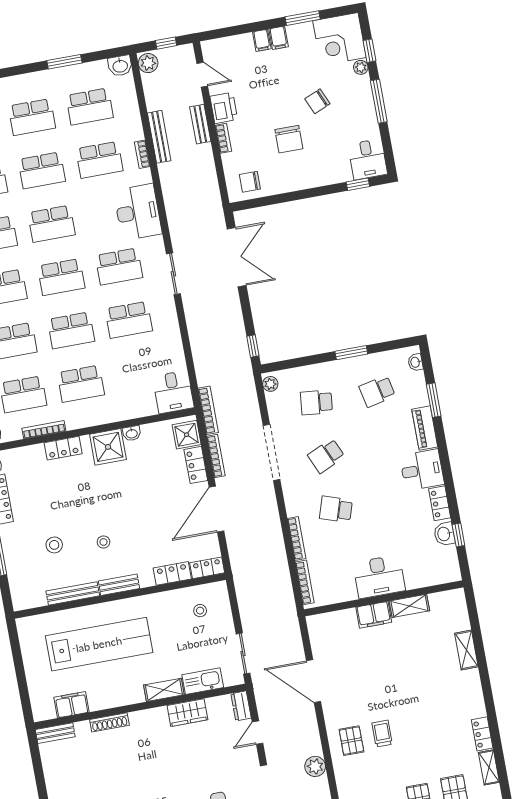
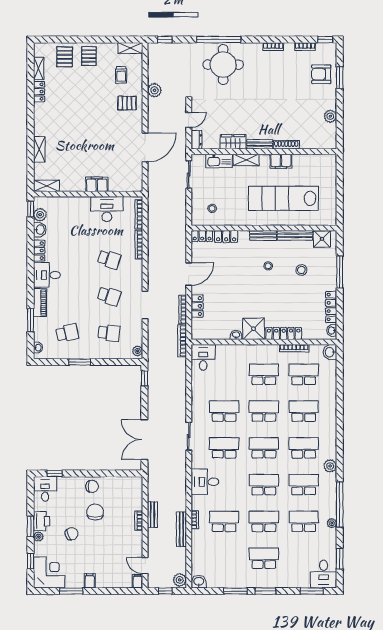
filing cabinet: (262, 40) -> (138, 581), moved
plant: (361, 67) -> (38, 537), moved
window: (21, 70) -> (265, 591), added
window: (379, 101) -> (31, 526), width x0.69
school desk: (90, 106) -> (224, 558), removed
printer: (224, 108) -> (41, 521), moved, turned 180
bench: (200, 124) -> (152, 515), moved
chair: (250, 182) -> (92, 486), moved
desk: (138, 212) -> (205, 482), width x0.73
shower: (187, 435) -> (322, 239), moved
locker: (63, 448) -> (284, 333), width x1.53
doorway: (272, 452) -> (145, 305), width x0.73
school desk: (326, 456) -> (109, 296), turned 42
door: (217, 509) -> (189, 274), width x0.73
window: (458, 535) -> (31, 209), moved
plant: (448, 556) -> (40, 215), added
desk: (379, 577) -> (107, 209), moved
shelving: (409, 606) -> (46, 186), moved
door: (314, 681) -> (145, 147), hinge flipped
filing cabinet: (72, 705) -> (281, 161), moved
bench: (55, 733) -> (260, 144), moved
trolley: (382, 734) -> (121, 75), moved
pallet: (351, 741) -> (127, 103), turned 90
plant: (53, 776) -> (330, 116), added

